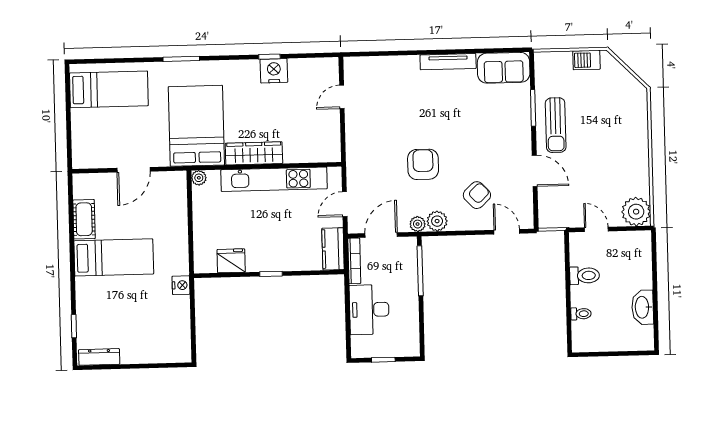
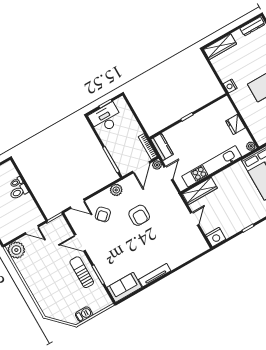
nightstand: (274, 71) -> (216, 237), moved
door: (342, 97) -> (195, 219), moved
wardrobe: (254, 153) -> (200, 191), moved
plant: (418, 224) -> (157, 165), moved
fridge: (231, 261) -> (235, 124), moved, turned 90
toilet: (585, 276) -> (19, 192), moved
desk: (369, 310) -> (106, 118), moved, turned -90
wardrobe: (164, 353) -> (220, 47), added

